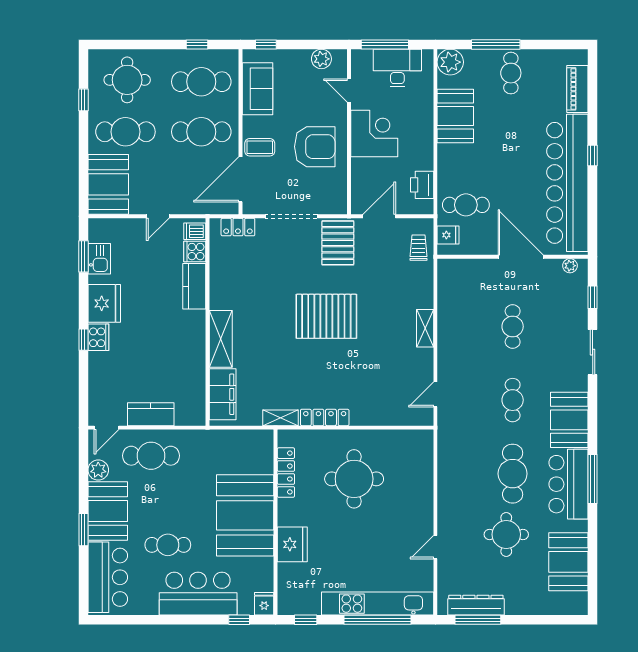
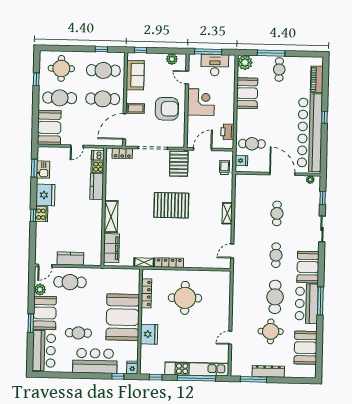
dresser: (476, 605) -> (268, 371), moved

